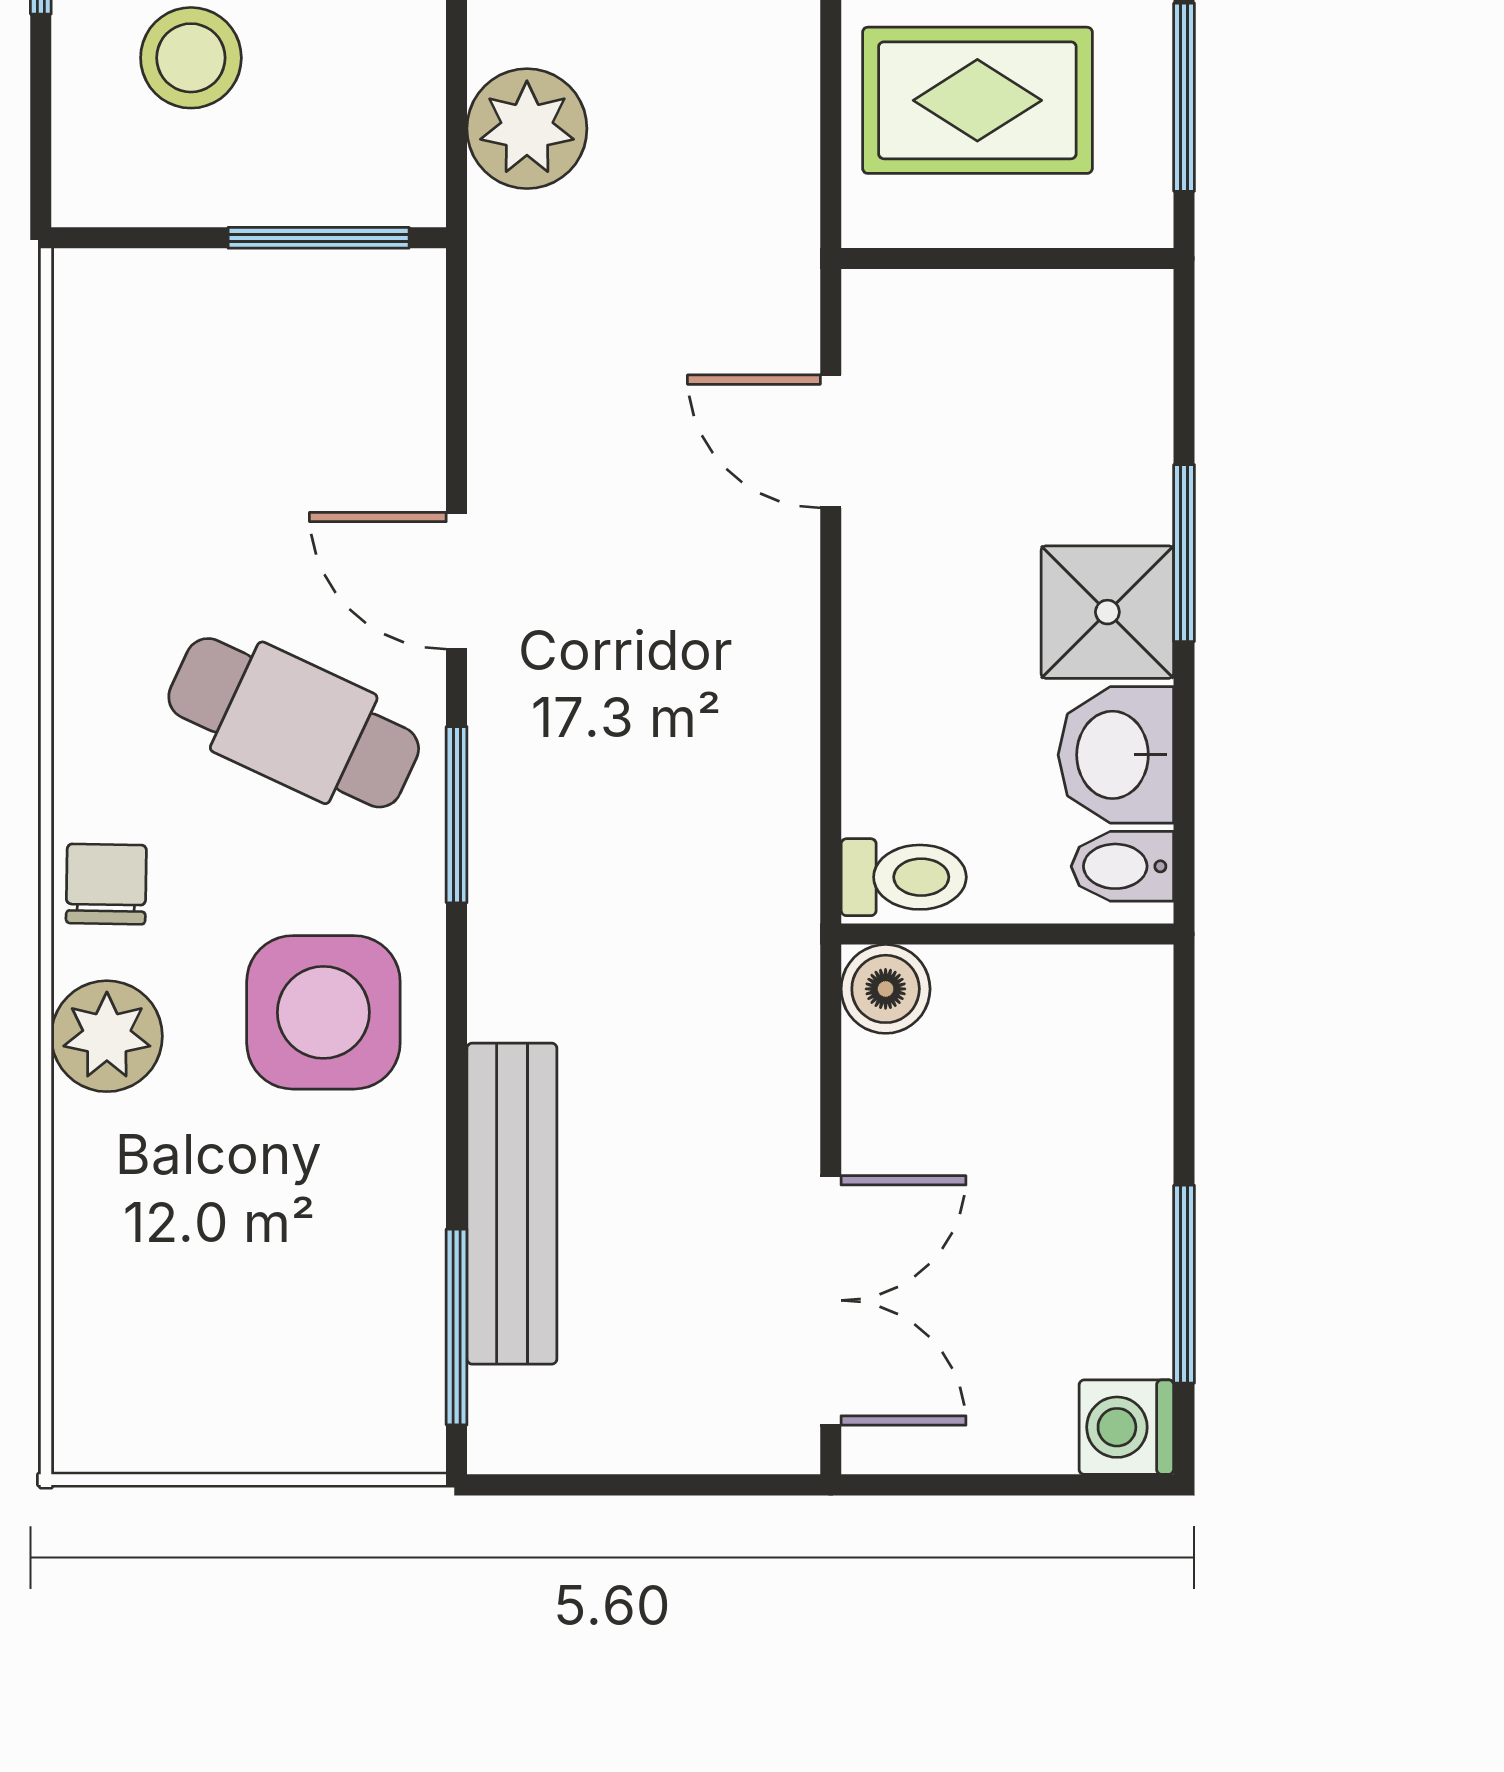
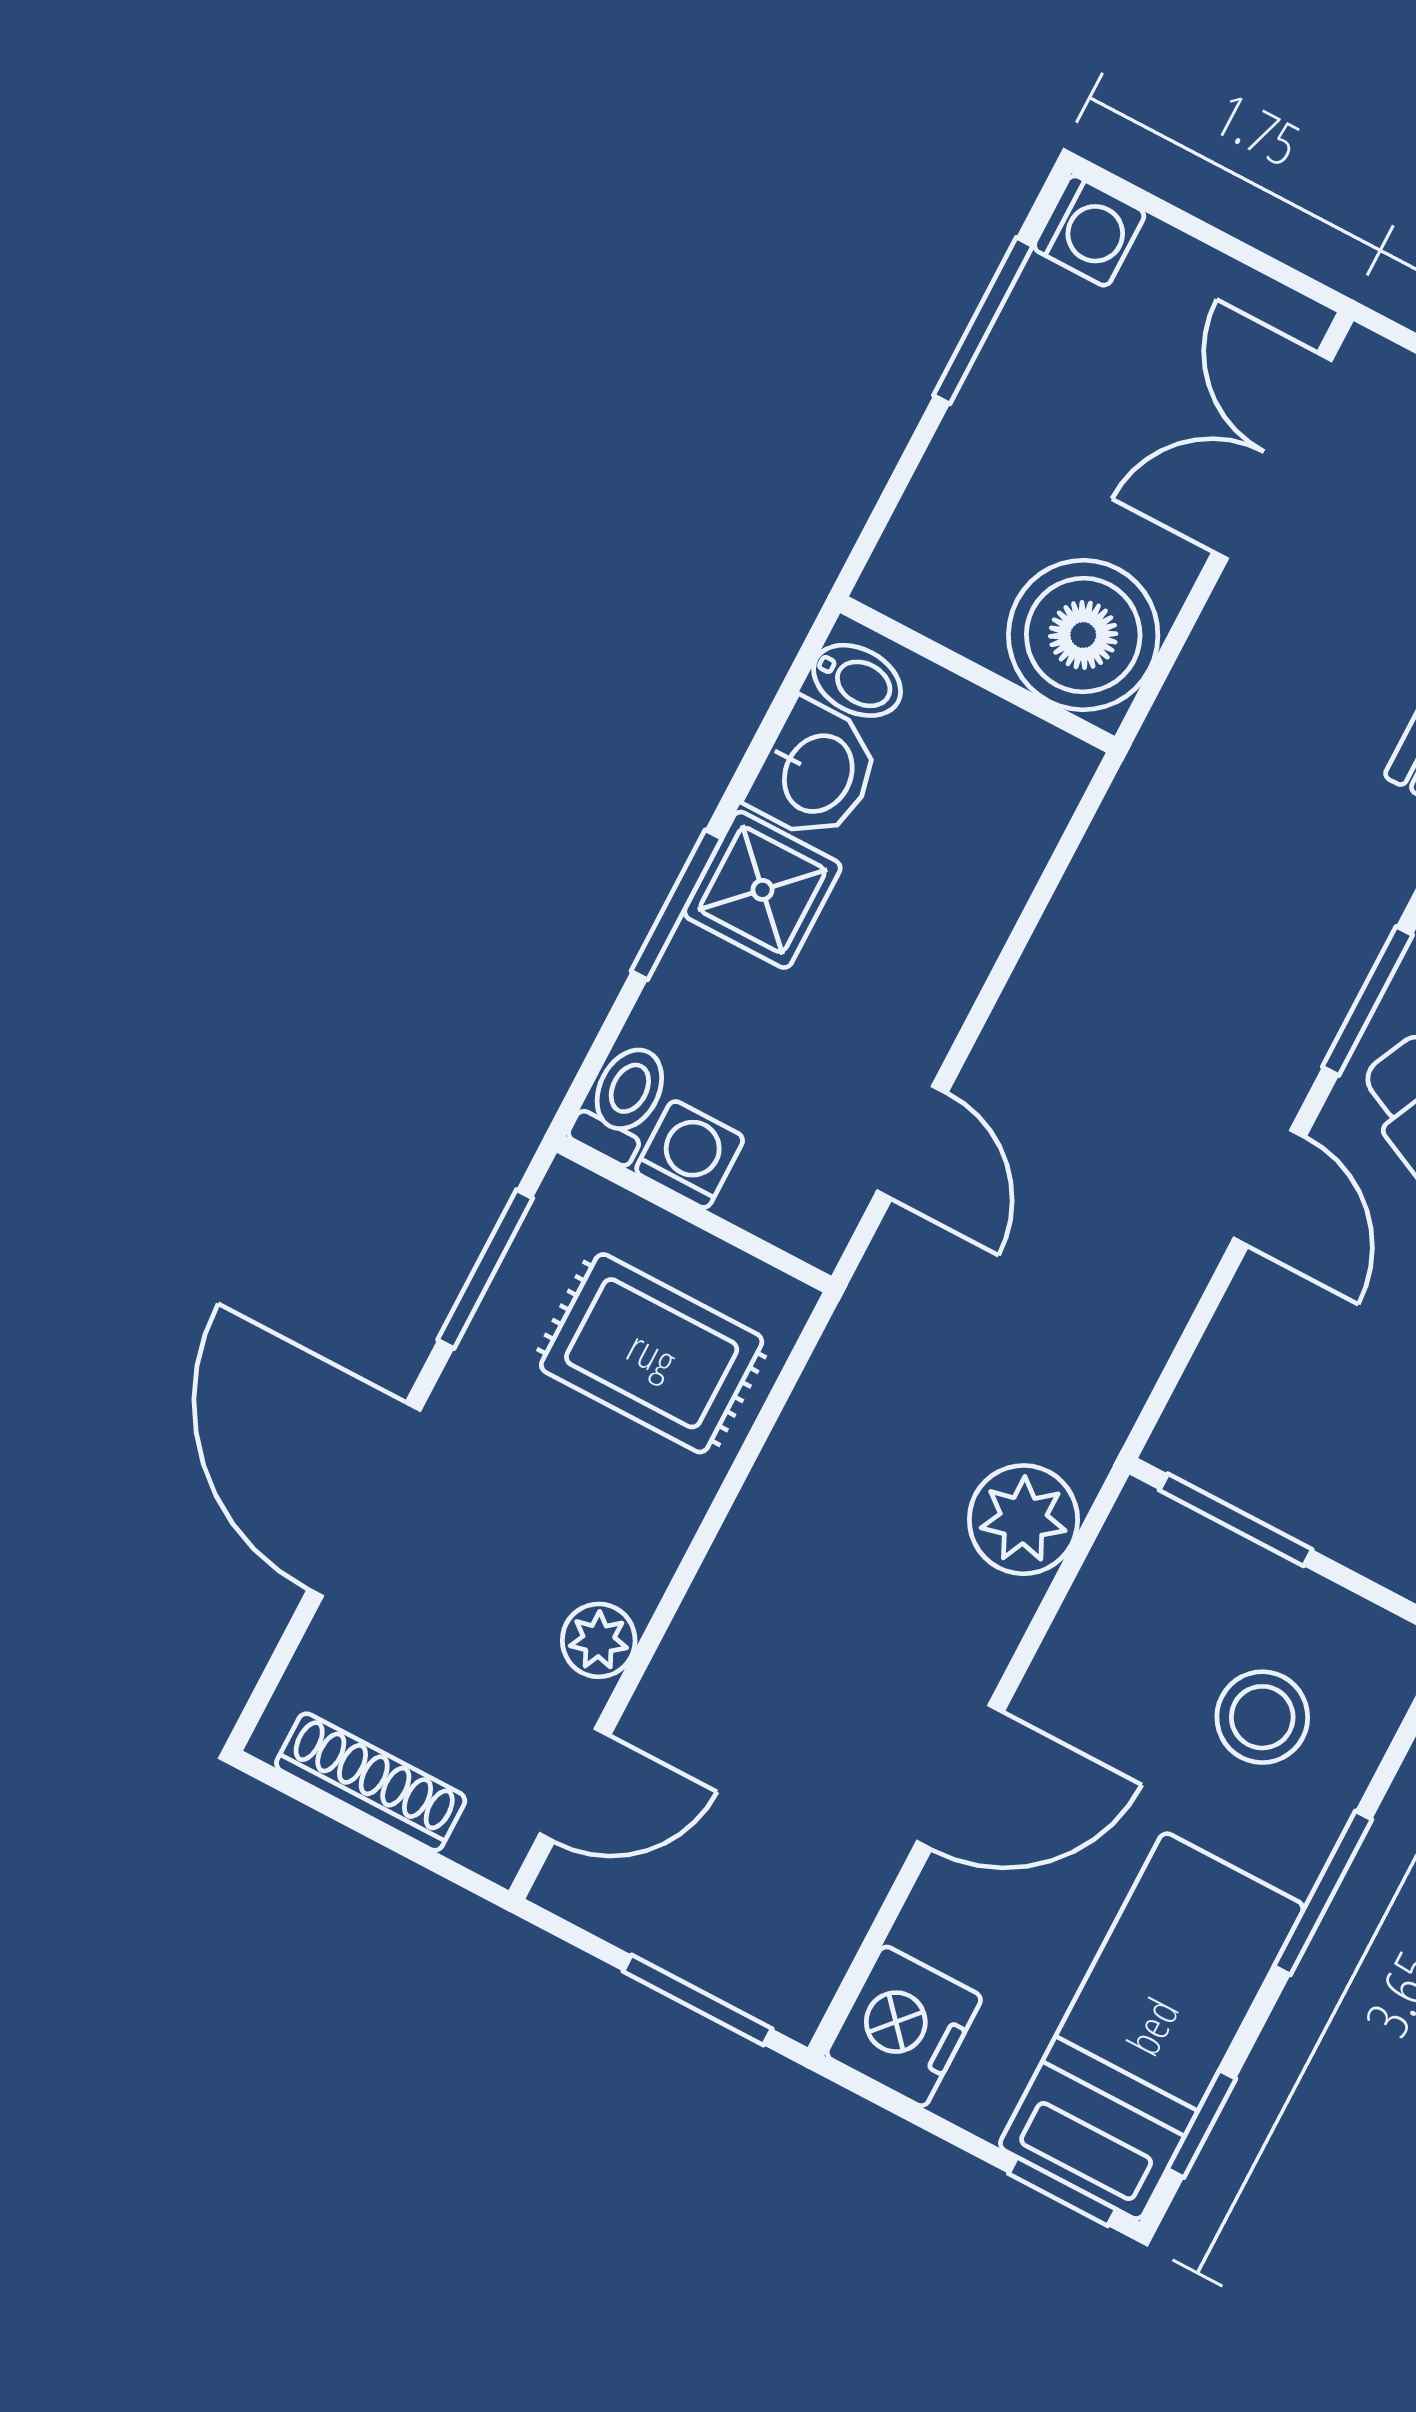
washing machine: (1043, 315) -> (690, 1155), added
toilet: (904, 877) -> (623, 1102), moved, turned 90
boiler: (886, 989) -> (1083, 635), width x1.86, depth x1.86

